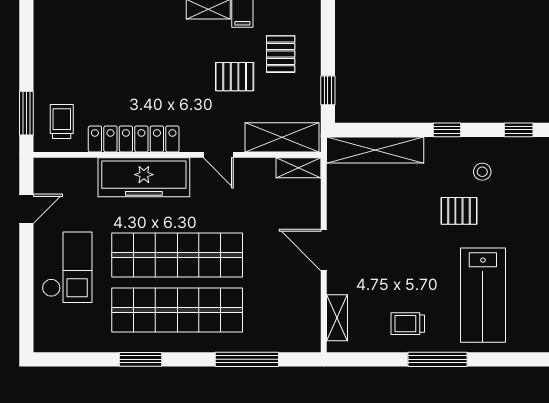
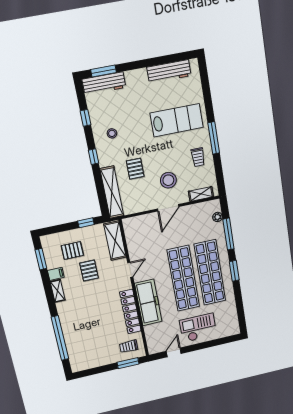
shelving: (299, 168) -> (129, 229), removed
door: (26, 209) -> (174, 352), hinge flipped
pallet: (459, 211) -> (135, 169), moved
stool: (376, 260) -> (168, 180), added
plant: (285, 343) -> (217, 217), added
window: (141, 359) -> (234, 271), moved

